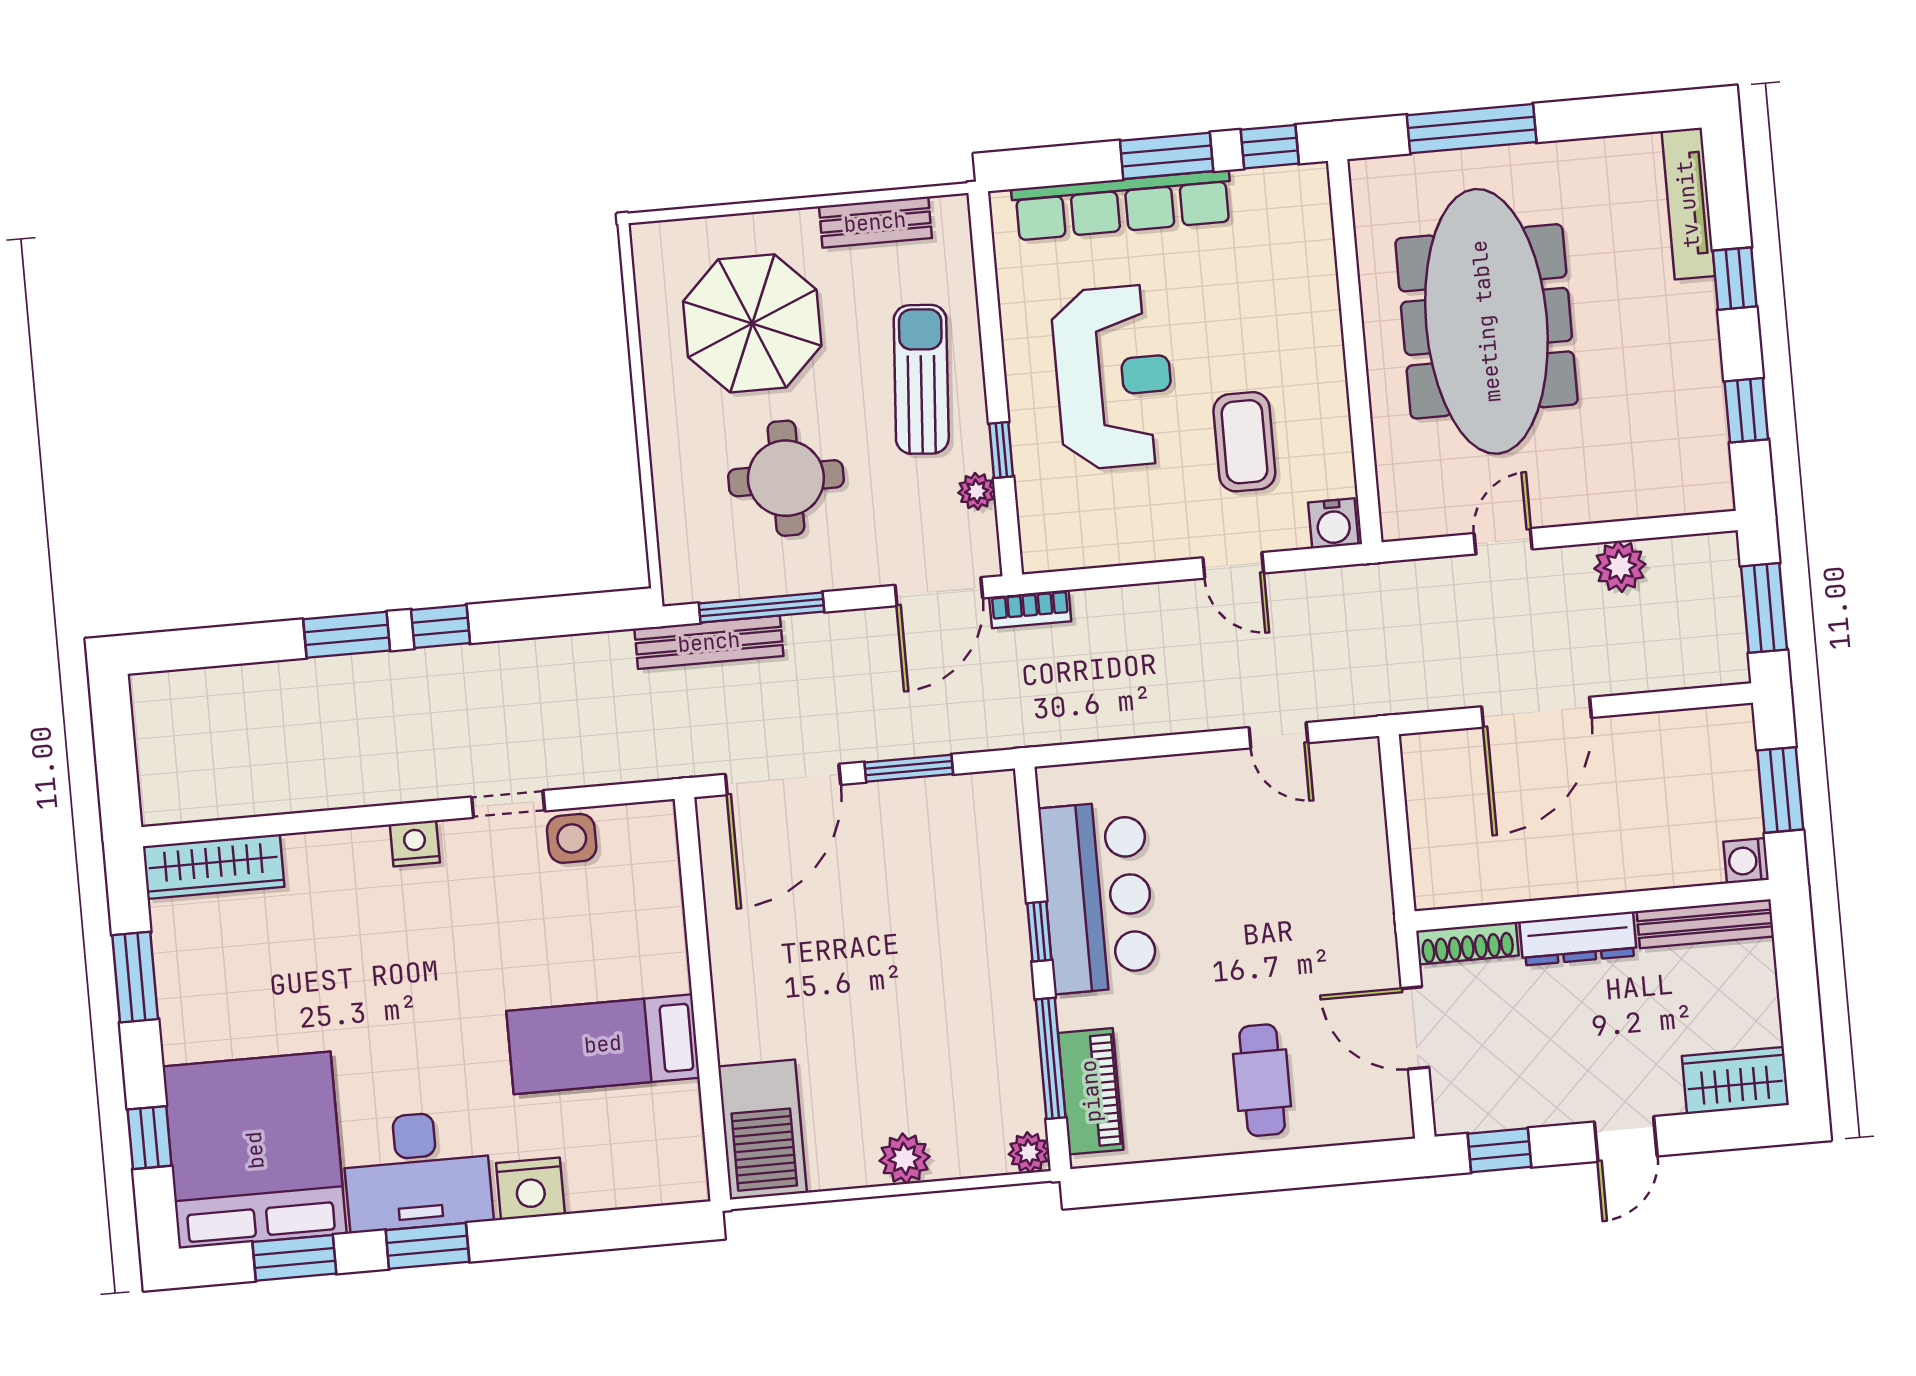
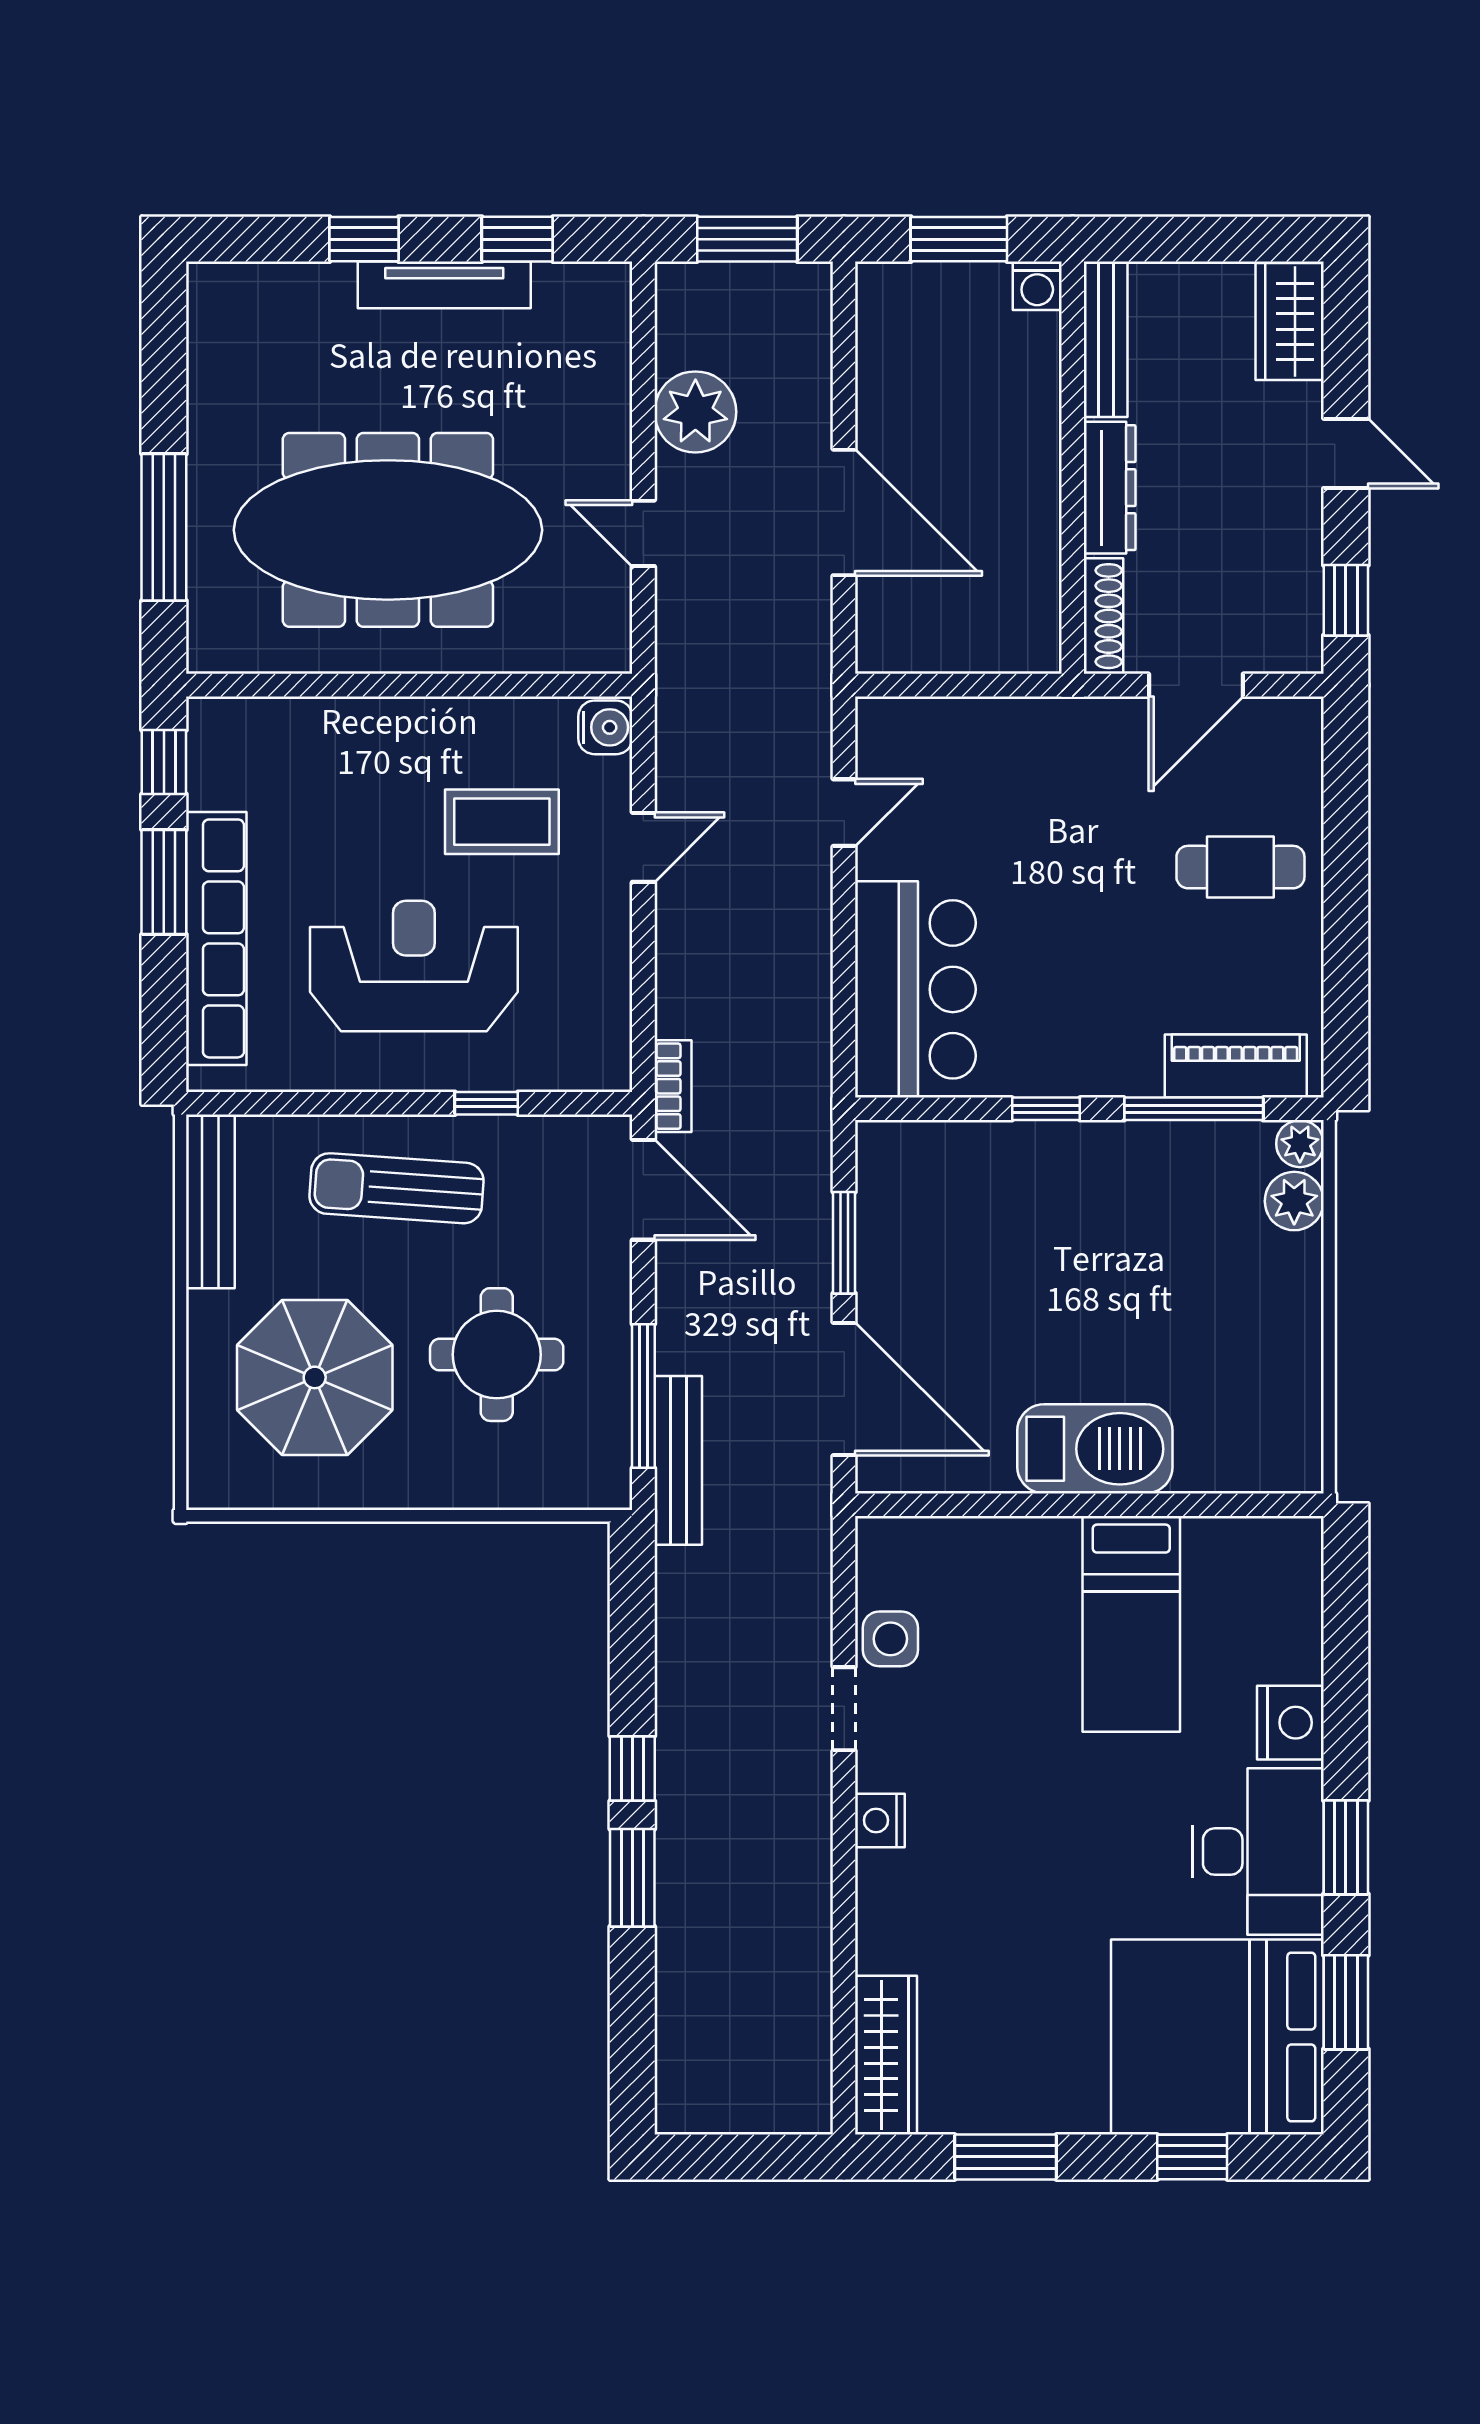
tv unit: (1688, 204) -> (444, 285), moved
bench: (875, 222) -> (210, 1202), width x1.36
plant: (977, 491) -> (531, 1136), removed
plant: (1620, 566) -> (695, 412), width x1.36, depth x1.36
bar counter: (1098, 897) -> (915, 989), moved, turned 90
barbecue: (762, 1130) -> (1095, 1449), moved
plant: (905, 1159) -> (1294, 1201), moved

